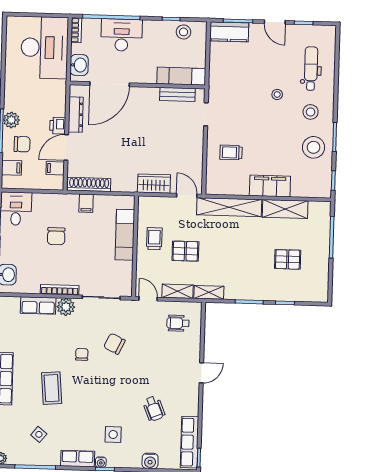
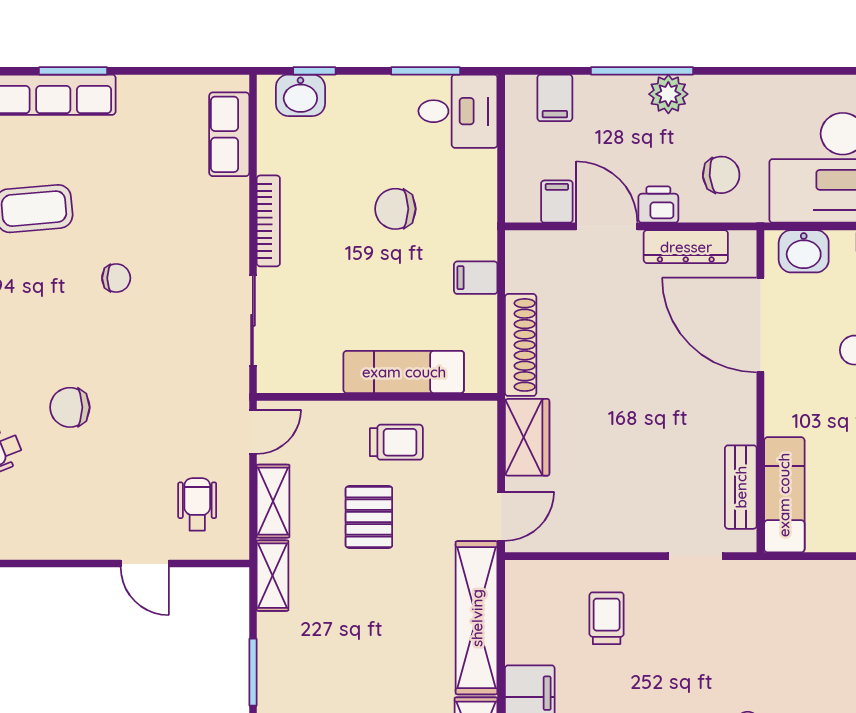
chair: (22, 144) -> (721, 175), moved, turned -95
shoe rack: (89, 184) -> (521, 345), moved
row of seats: (38, 306) -> (229, 134), moved
plant: (66, 307) -> (228, 237), removed
chair: (114, 344) -> (70, 407), moved, turned -116
door: (201, 373) -> (145, 564), moved

